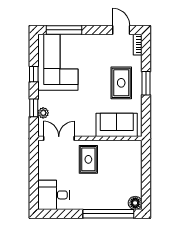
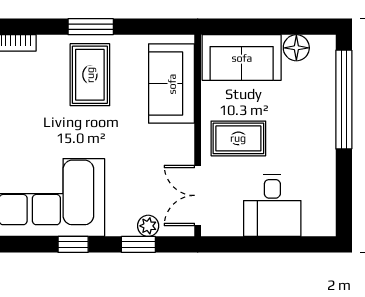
rug: (121, 83) -> (90, 75), turned 90
sofa: (130, 161) -> (242, 58), added
desk: (54, 195) -> (272, 206), moved
floor lamp: (135, 203) -> (296, 48), moved

